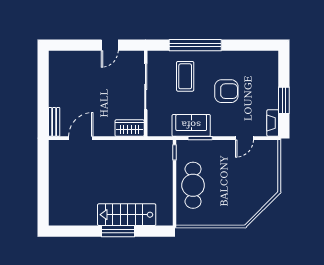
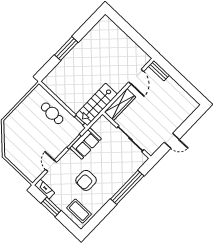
door: (110, 45) -> (172, 141), swing flipped
coffee table: (185, 76) -> (79, 211), moved
wardrobe: (130, 128) -> (120, 105), width x1.50
cafe table: (193, 185) -> (52, 113), width x0.73, depth x0.74
stairs: (127, 215) -> (97, 104), moved, turned 180

